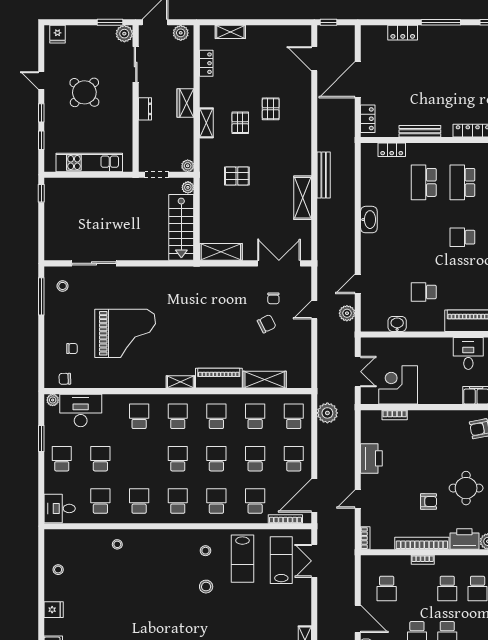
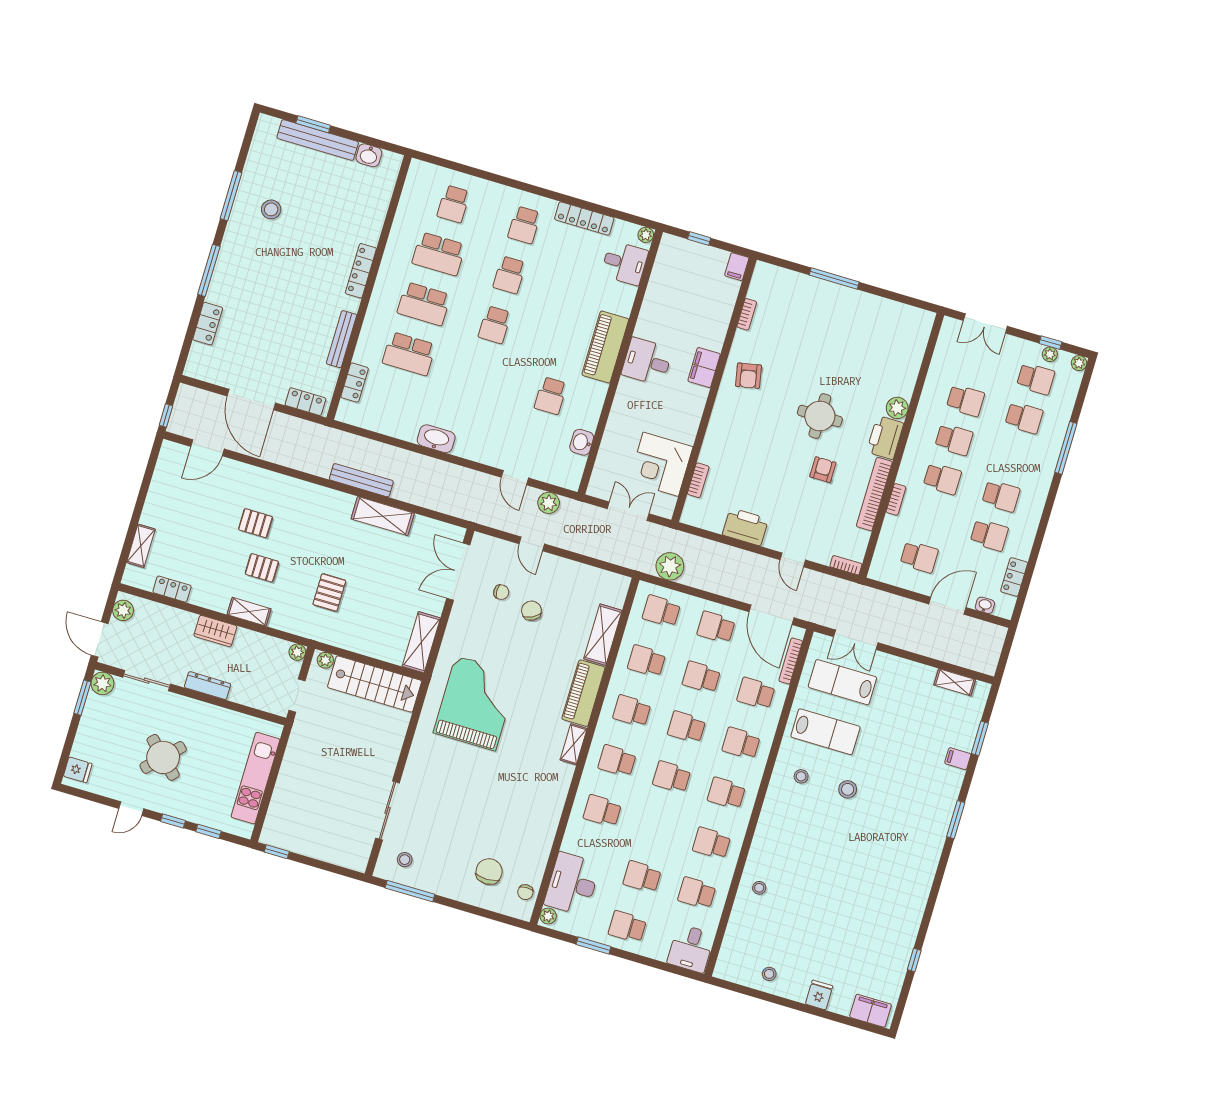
dresser: (145, 109) -> (208, 686), width x1.44
grand piano: (125, 333) -> (476, 703), moved
chair: (72, 349) -> (489, 871), width x1.87, depth x1.87

